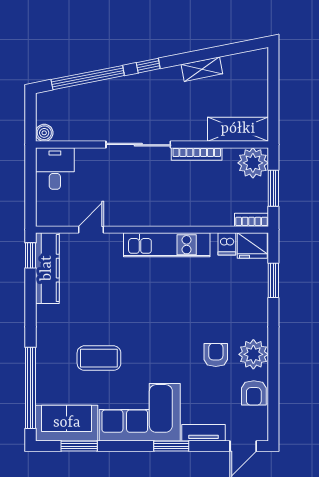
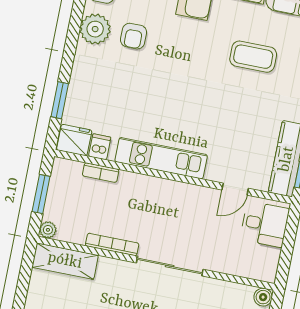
plant: (253, 163) -> (48, 230), width x0.53, depth x0.53
desk: (55, 168) -> (265, 224), moved, turned -90
bookcase: (251, 220) -> (101, 173), moved

